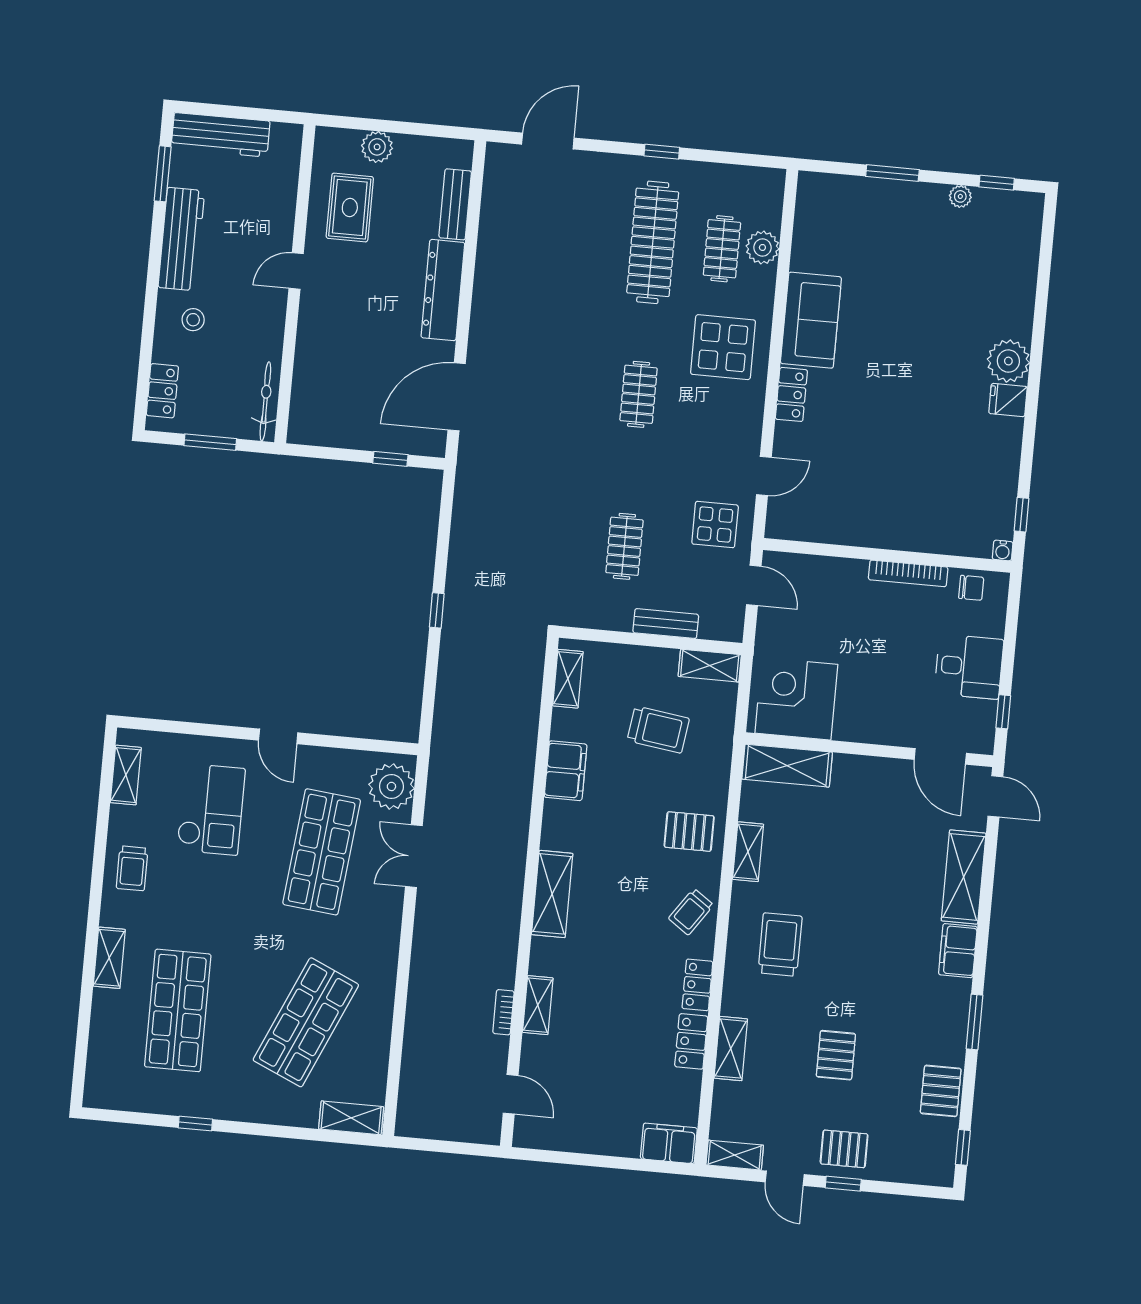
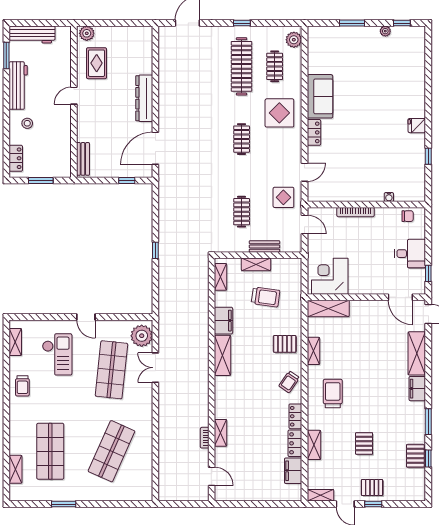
plant: (377, 147) -> (87, 33), moved
bench: (455, 204) -> (83, 159), moved
plant: (762, 247) -> (294, 40), moved
plant: (1008, 361) -> (415, 107), removed
bicycle: (265, 401) -> (65, 159), removed
window: (1022, 515) -> (428, 156), moved
water cooler: (1003, 551) -> (389, 197), moved
bookcase: (908, 573) -> (356, 212), moved
shelving: (710, 666) -> (256, 264), moved
shelving: (552, 894) -> (223, 355), moved
shelving: (109, 958) -> (16, 469), moved
shelving: (351, 1118) -> (137, 494), removed
window: (195, 1124) -> (64, 504), width x1.50
filing cabinet: (669, 1143) -> (293, 471), moved, turned -90
window: (963, 1147) -> (428, 459), moved

